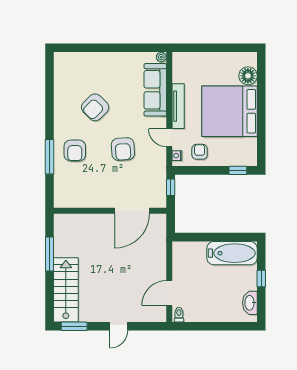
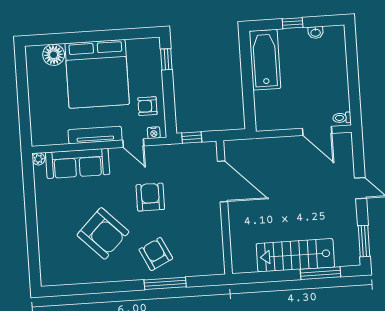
armchair: (95, 107) -> (103, 233), width x1.36, depth x1.36
door: (169, 138) -> (133, 143), hinge flipped
armchair: (123, 149) -> (150, 197), turned -86
armchair: (75, 151) -> (156, 254), turned -116
window: (50, 254) -> (321, 273), moved
stairs: (66, 290) -> (295, 255), moved
washbasin: (250, 303) -> (316, 32), width x0.52, depth x0.69

